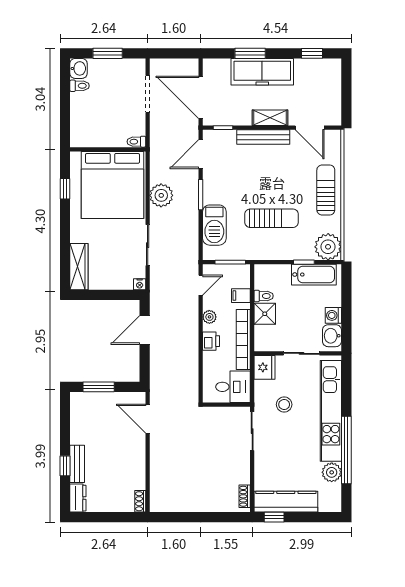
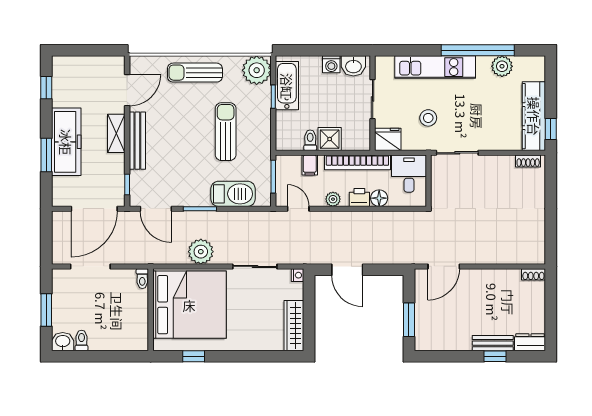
wardrobe: (79, 267) -> (294, 326), moved, turned -90
floor lamp: (210, 359) -> (379, 198), added
kitchen unit: (331, 411) -> (435, 67), width x0.73

